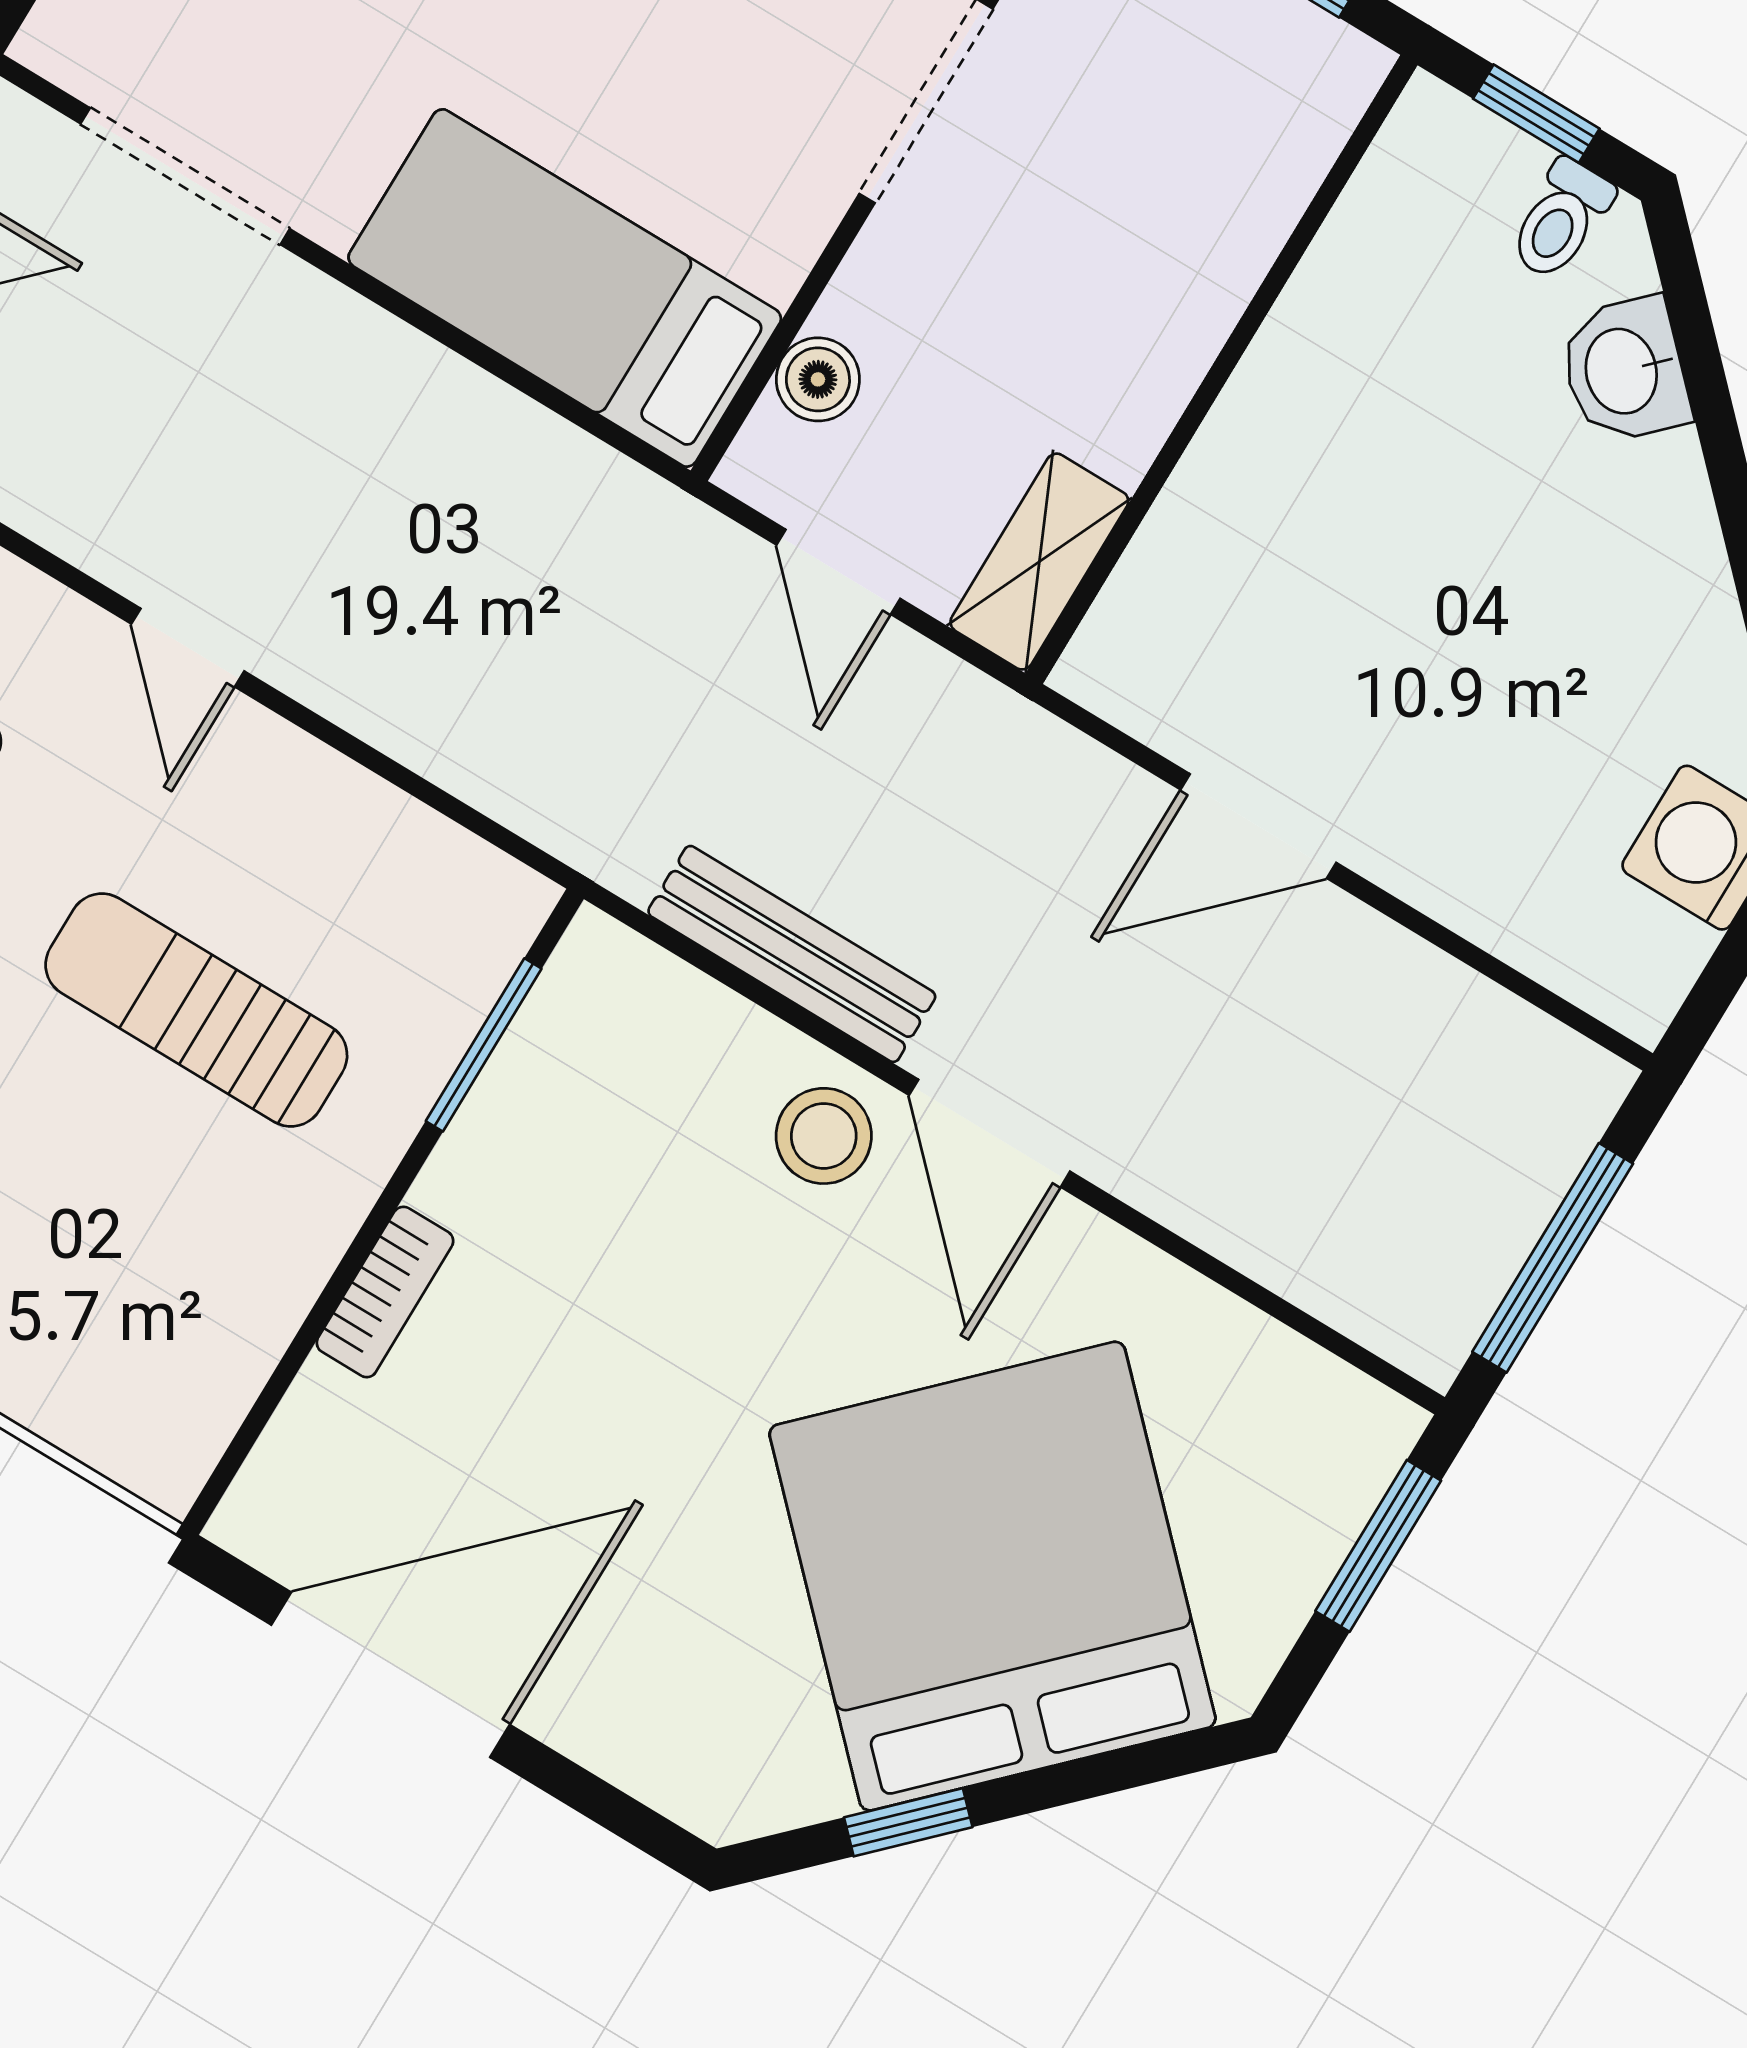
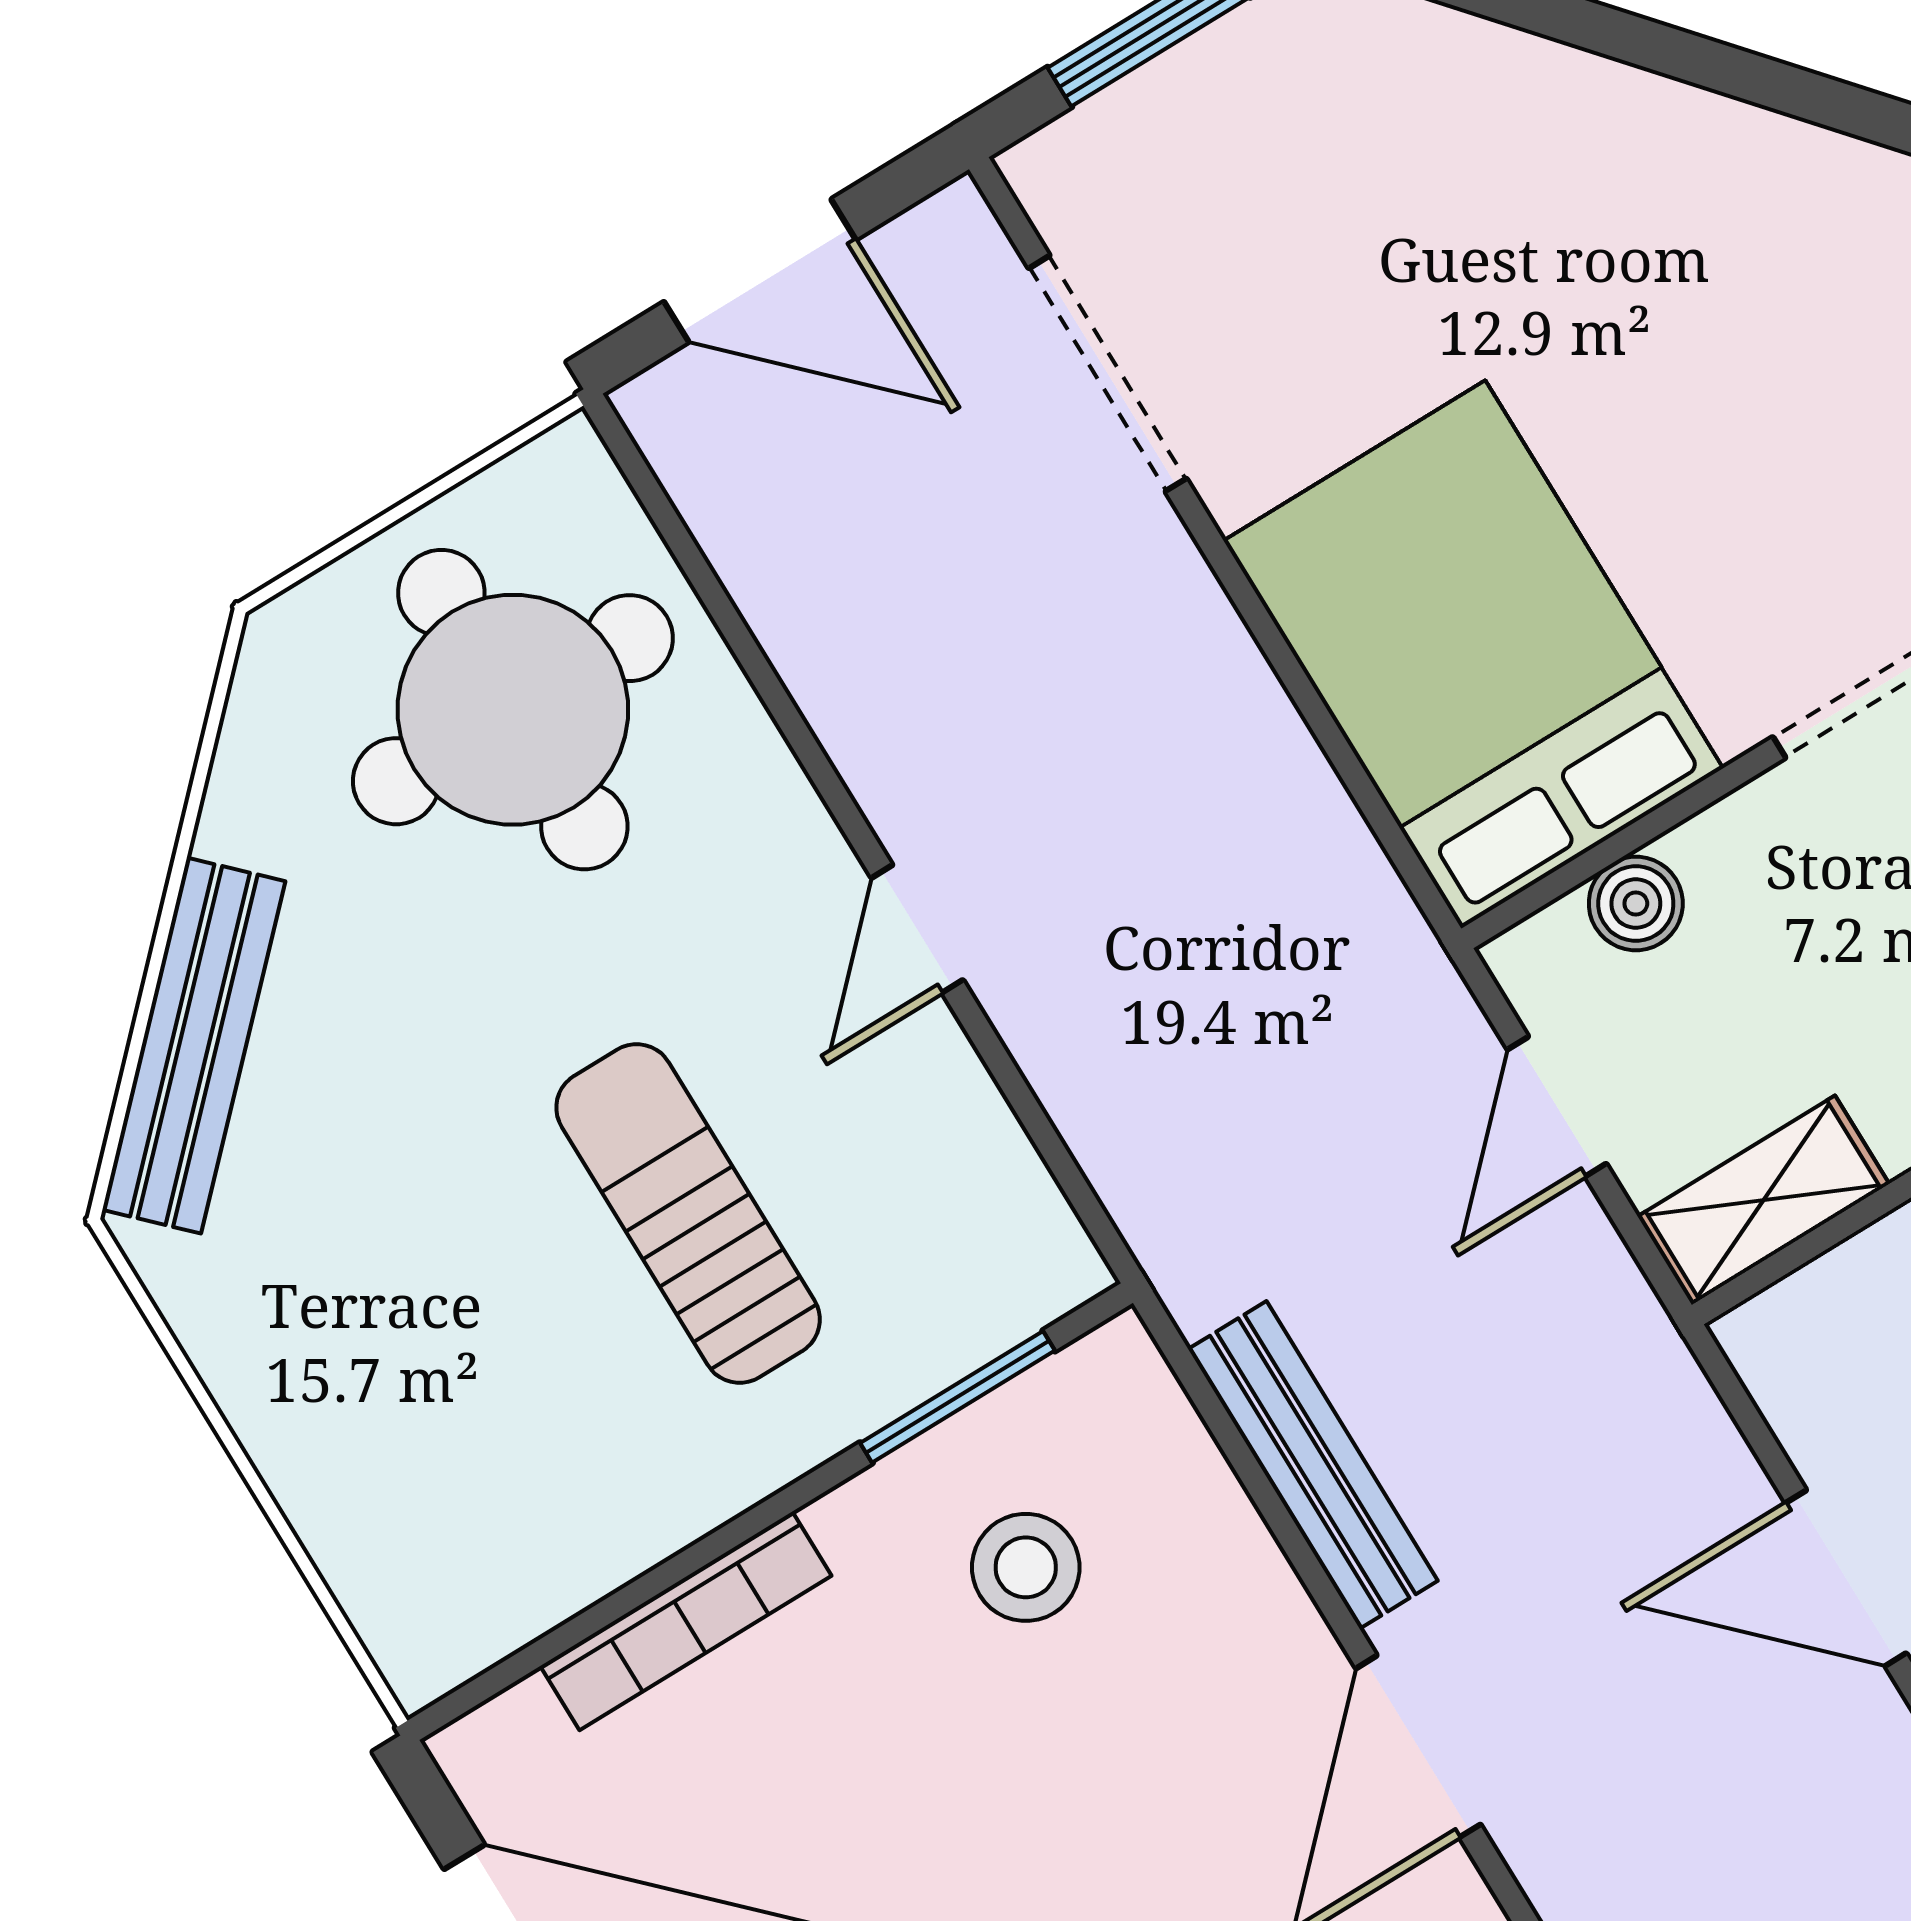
bed: (565, 288) -> (1473, 654), width x1.50
door: (188, 648) -> (917, 929), moved
stool: (824, 1136) -> (1026, 1567), moved
bookcase: (385, 1292) -> (686, 1621), width x1.56

